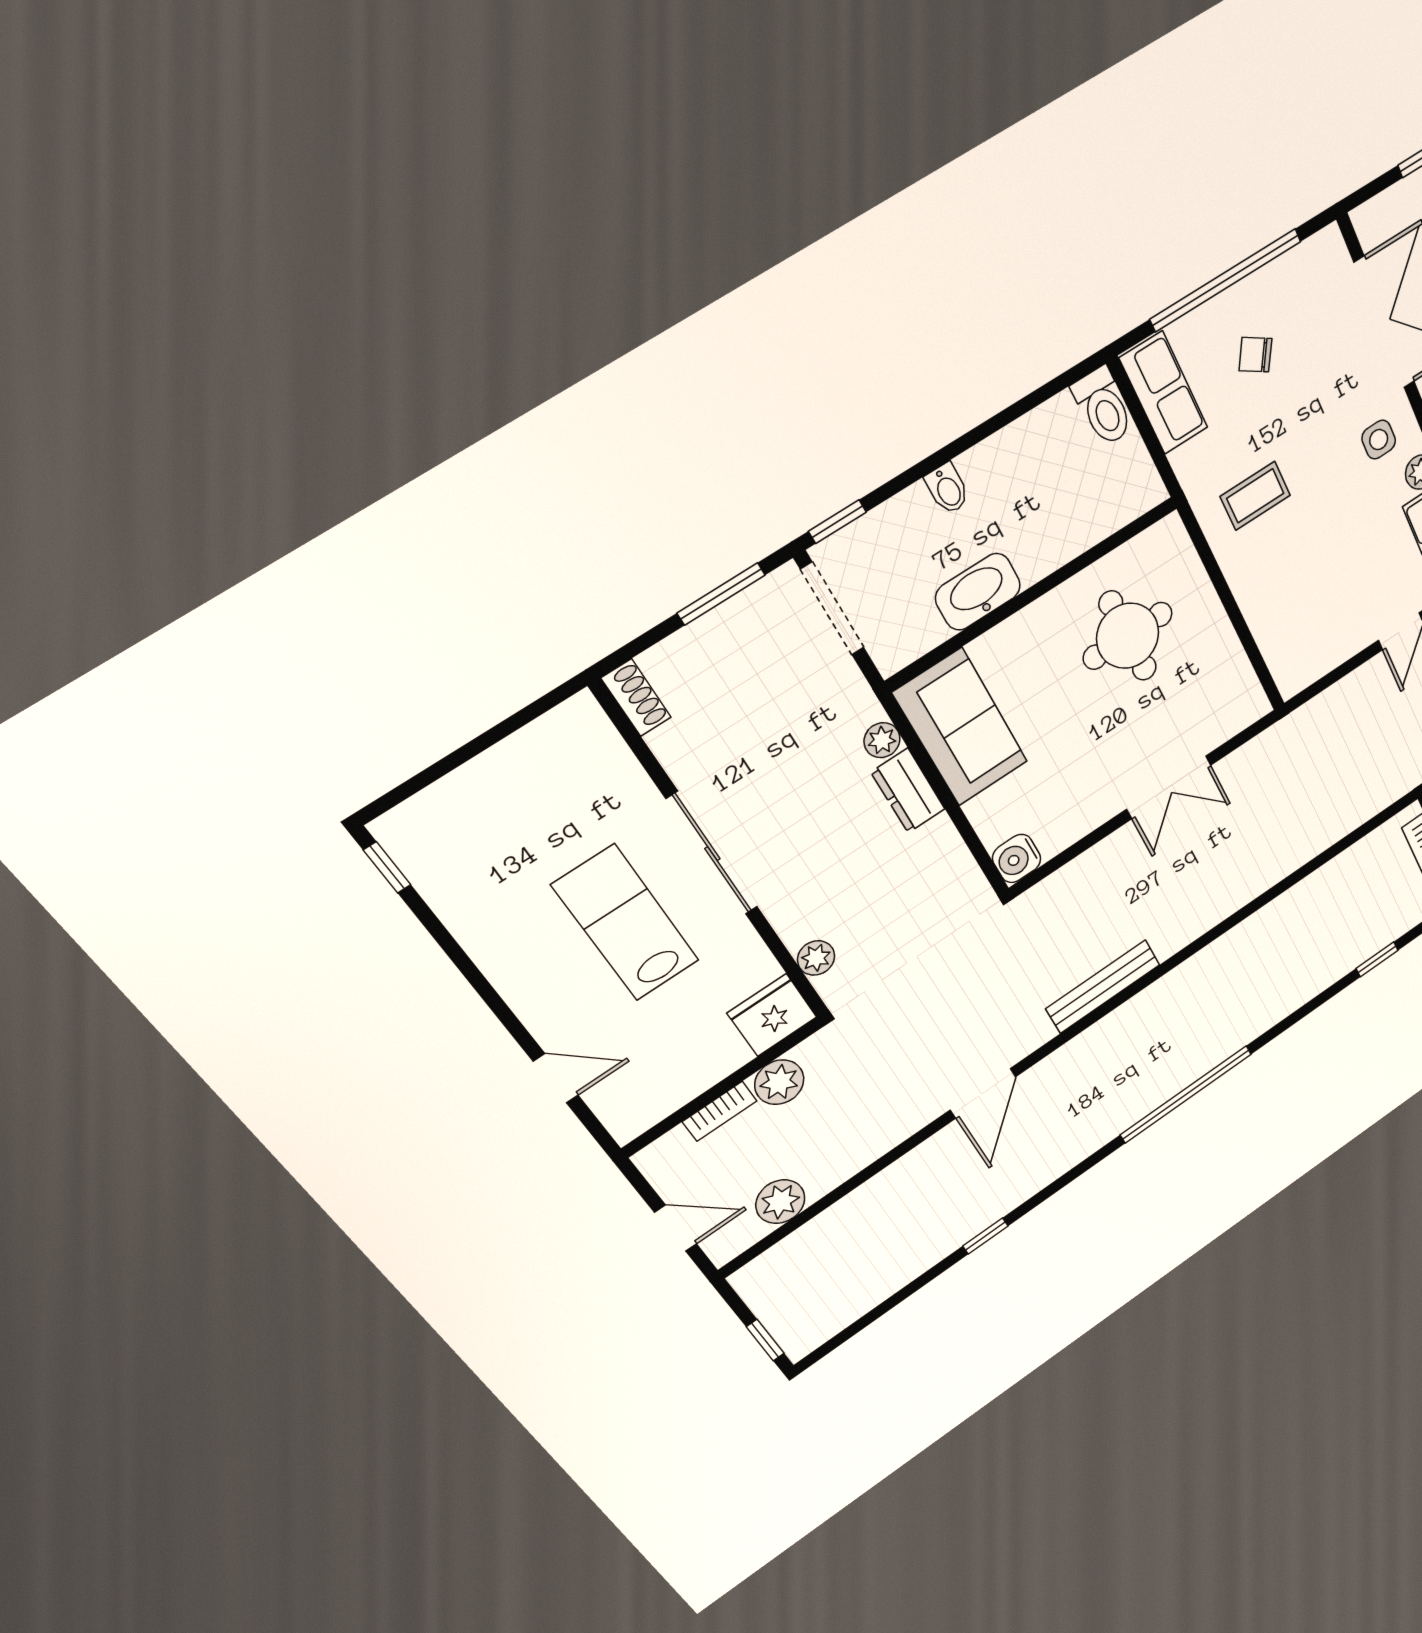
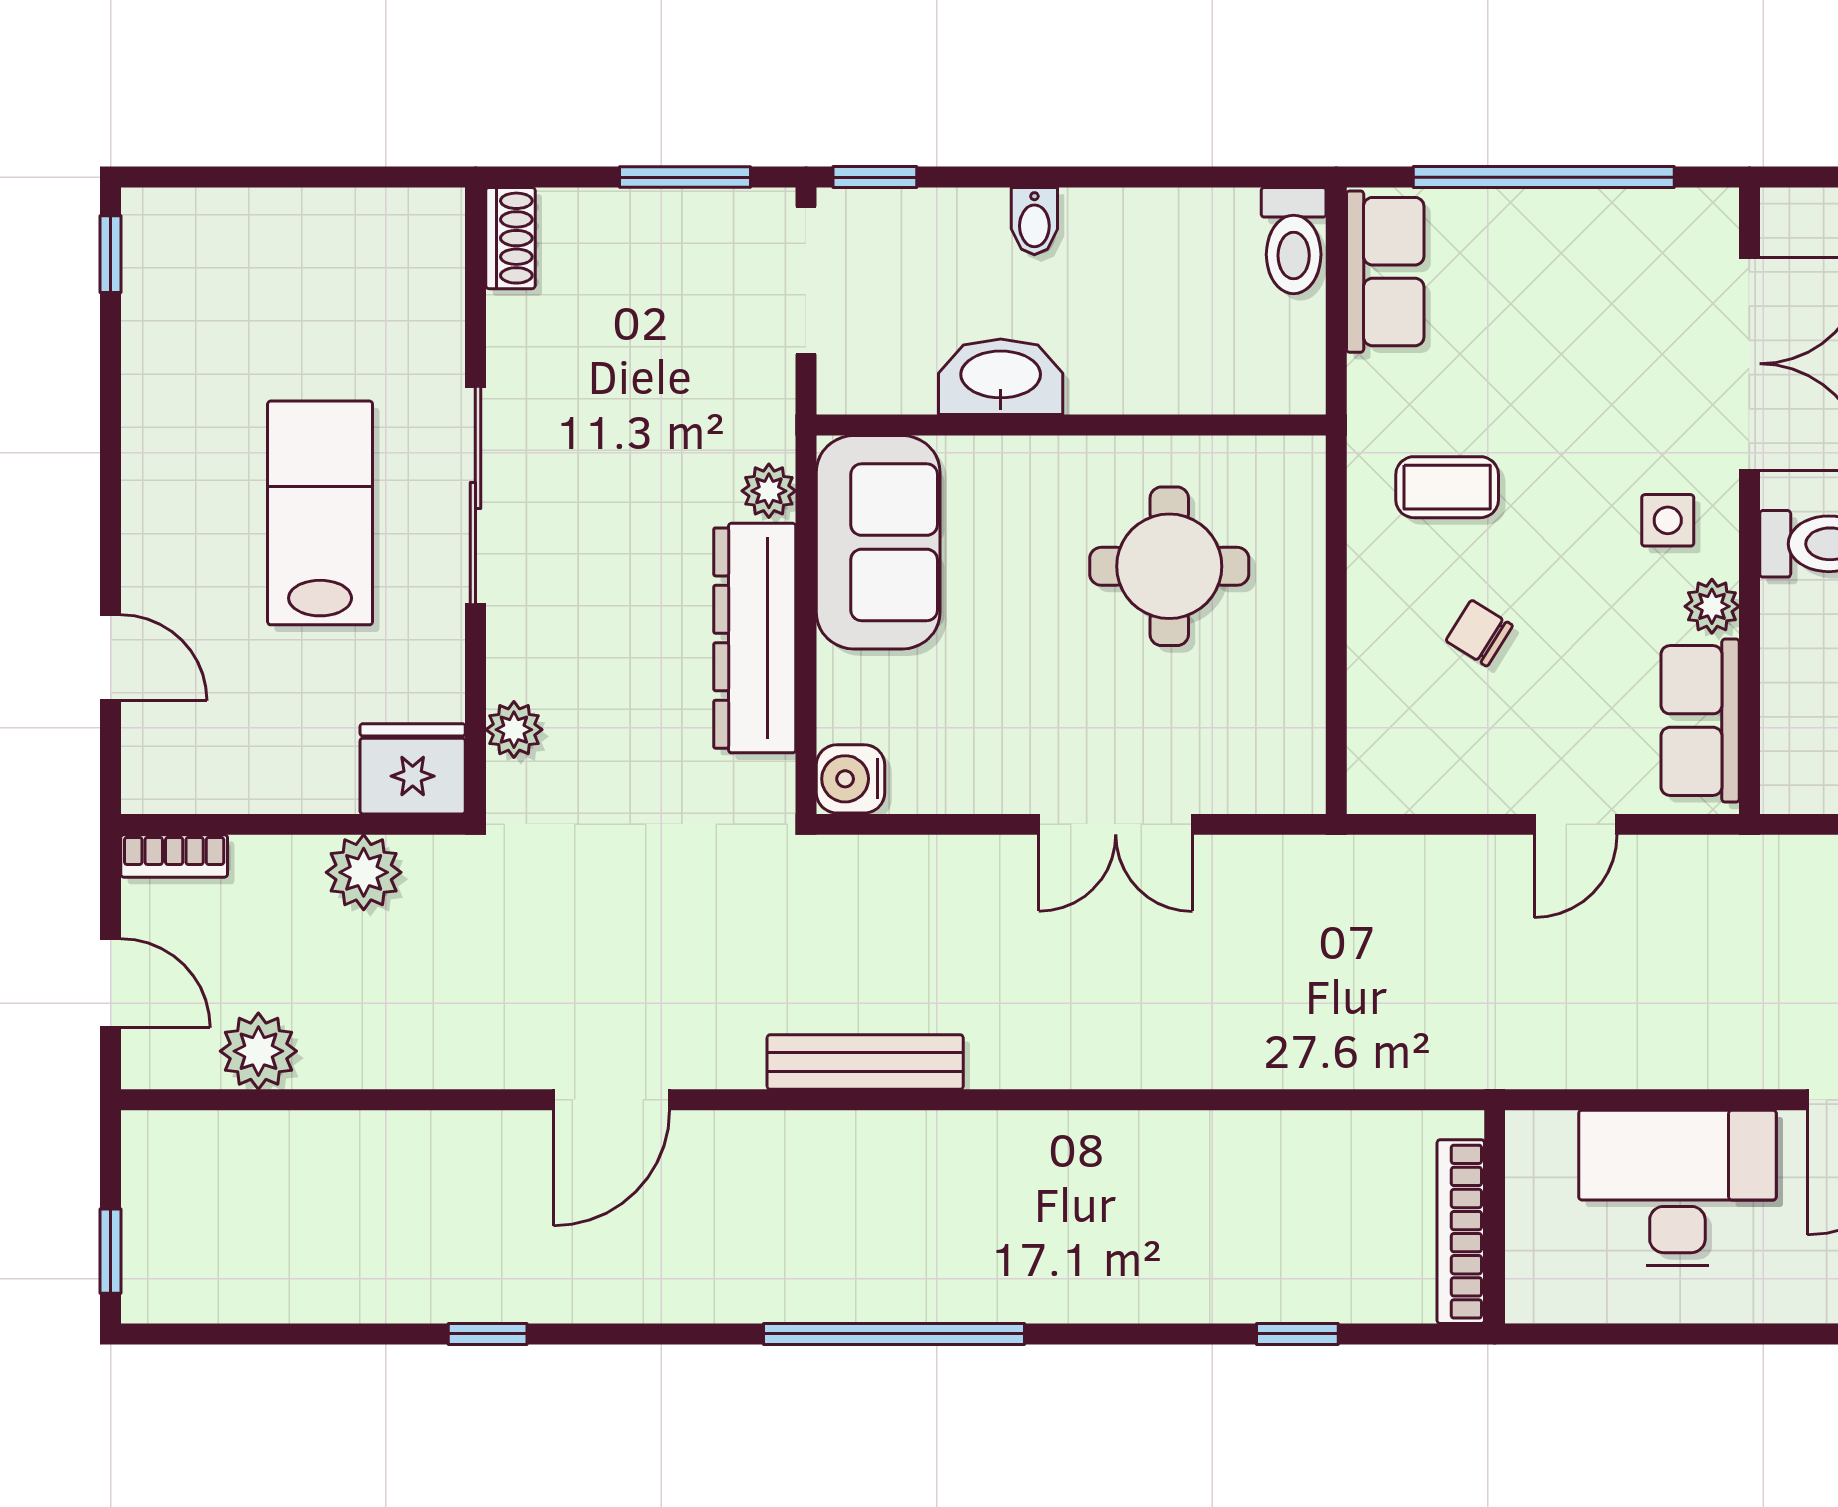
chair: (1255, 355) -> (1479, 633), moved
dresser: (908, 791) -> (755, 638), width x1.96, depth x1.24
bookcase: (720, 1111) -> (174, 856), moved

